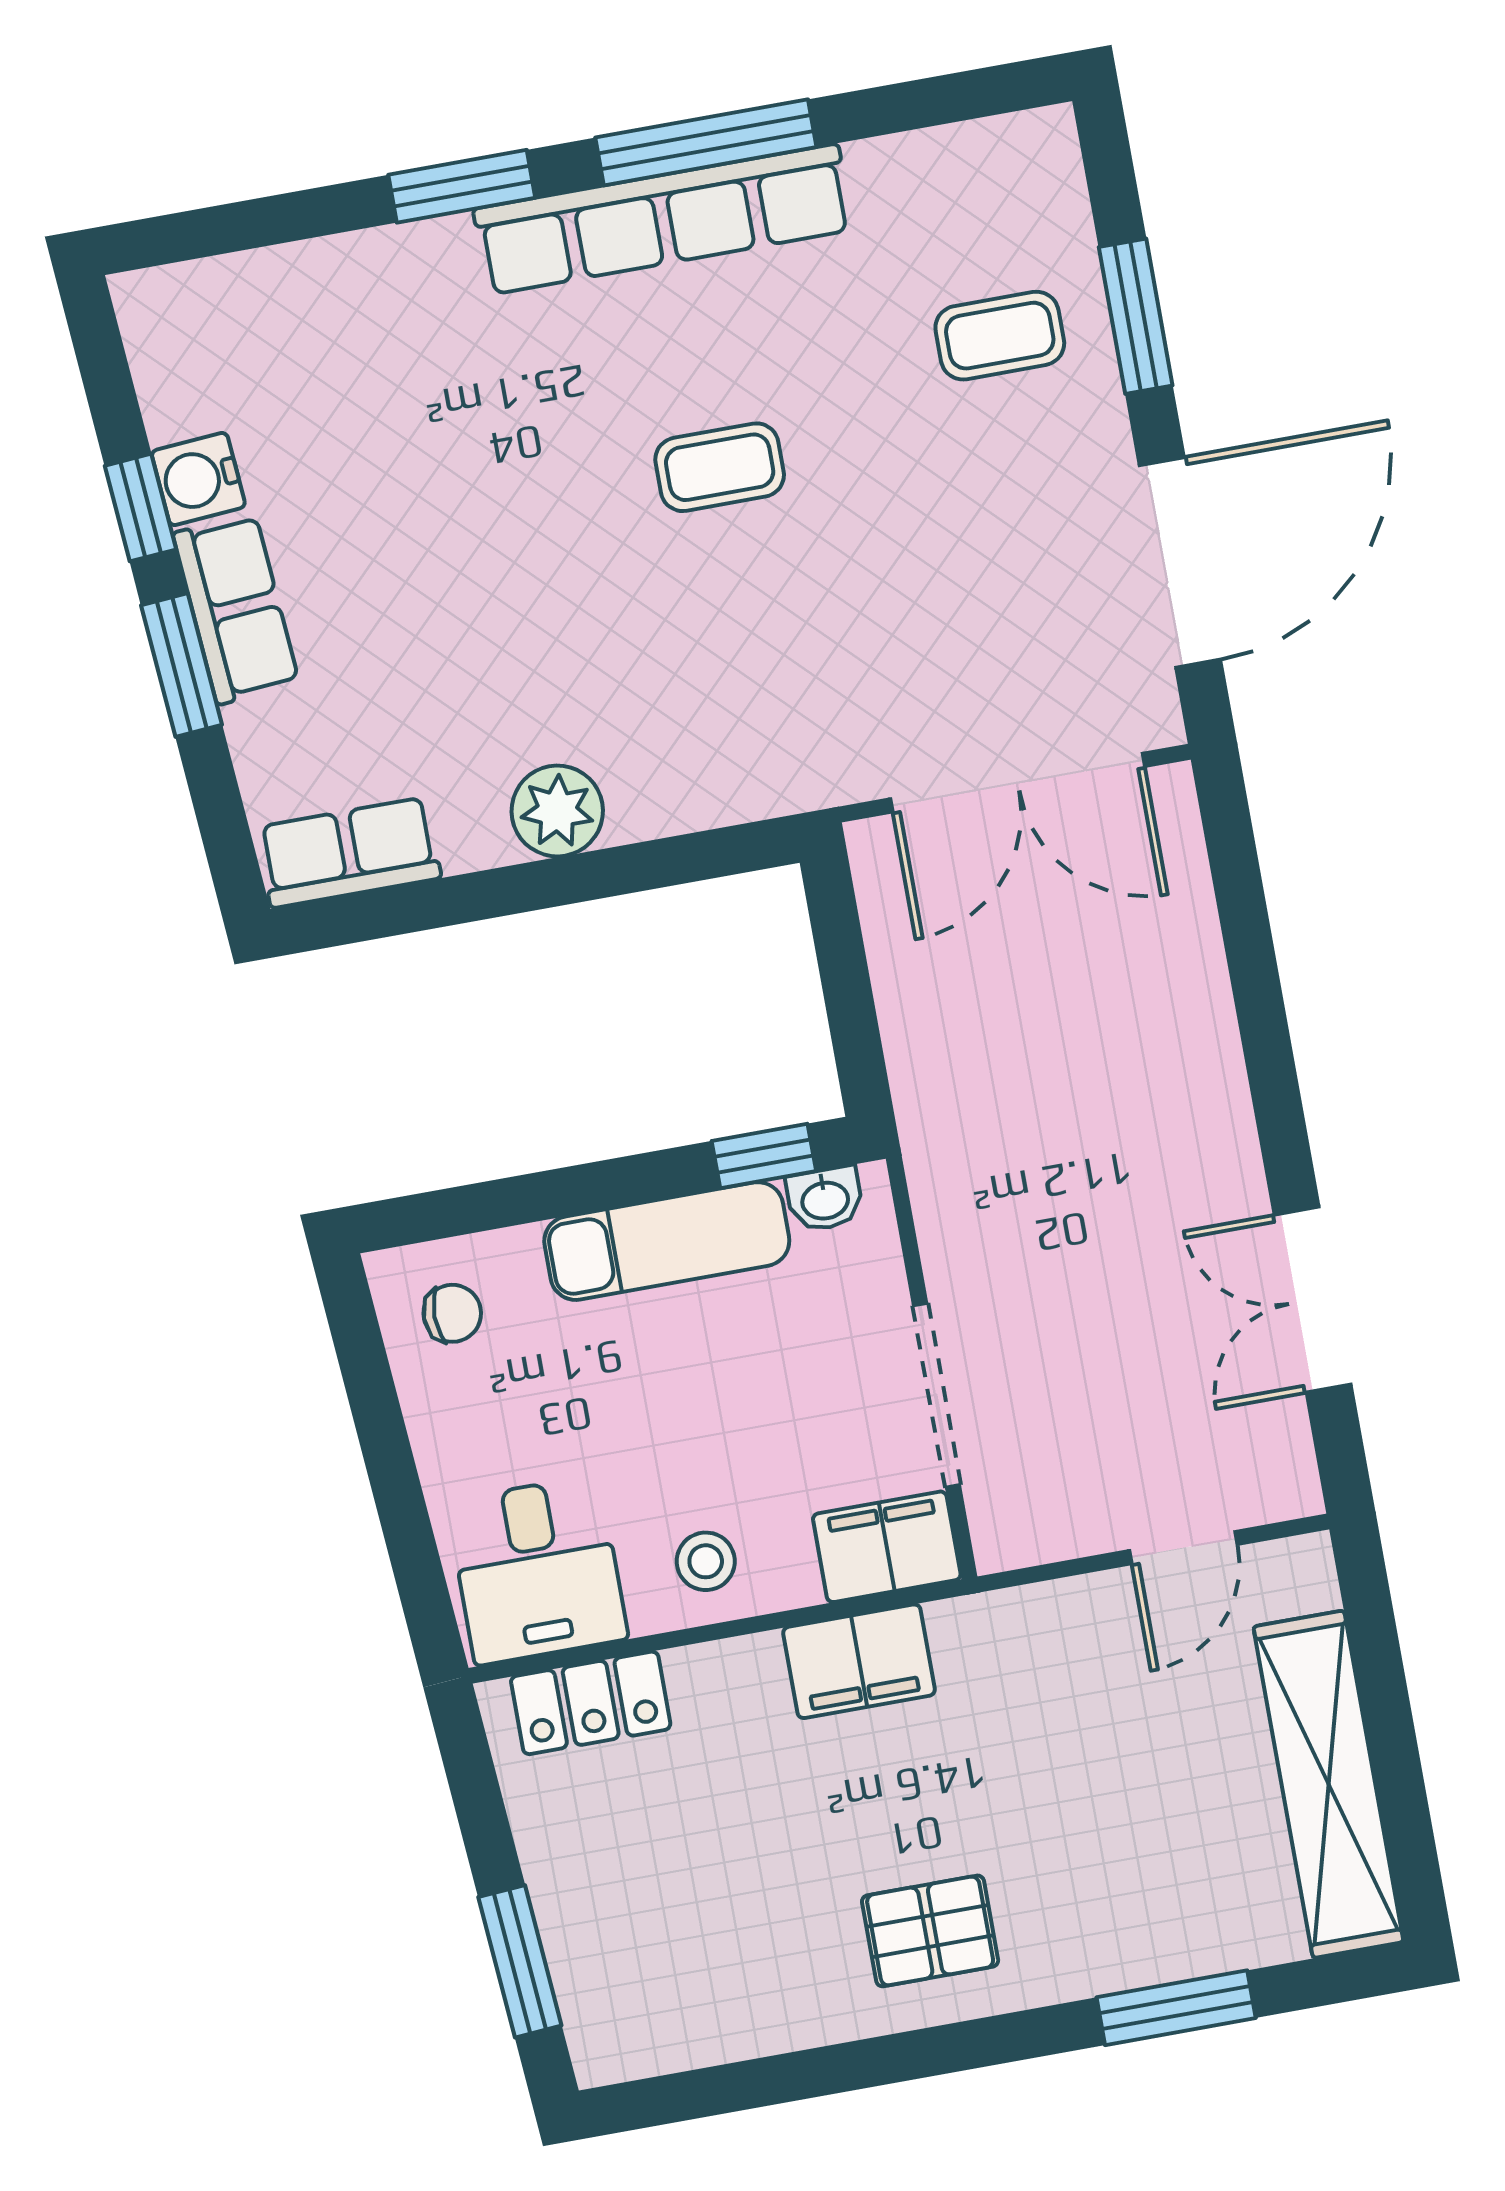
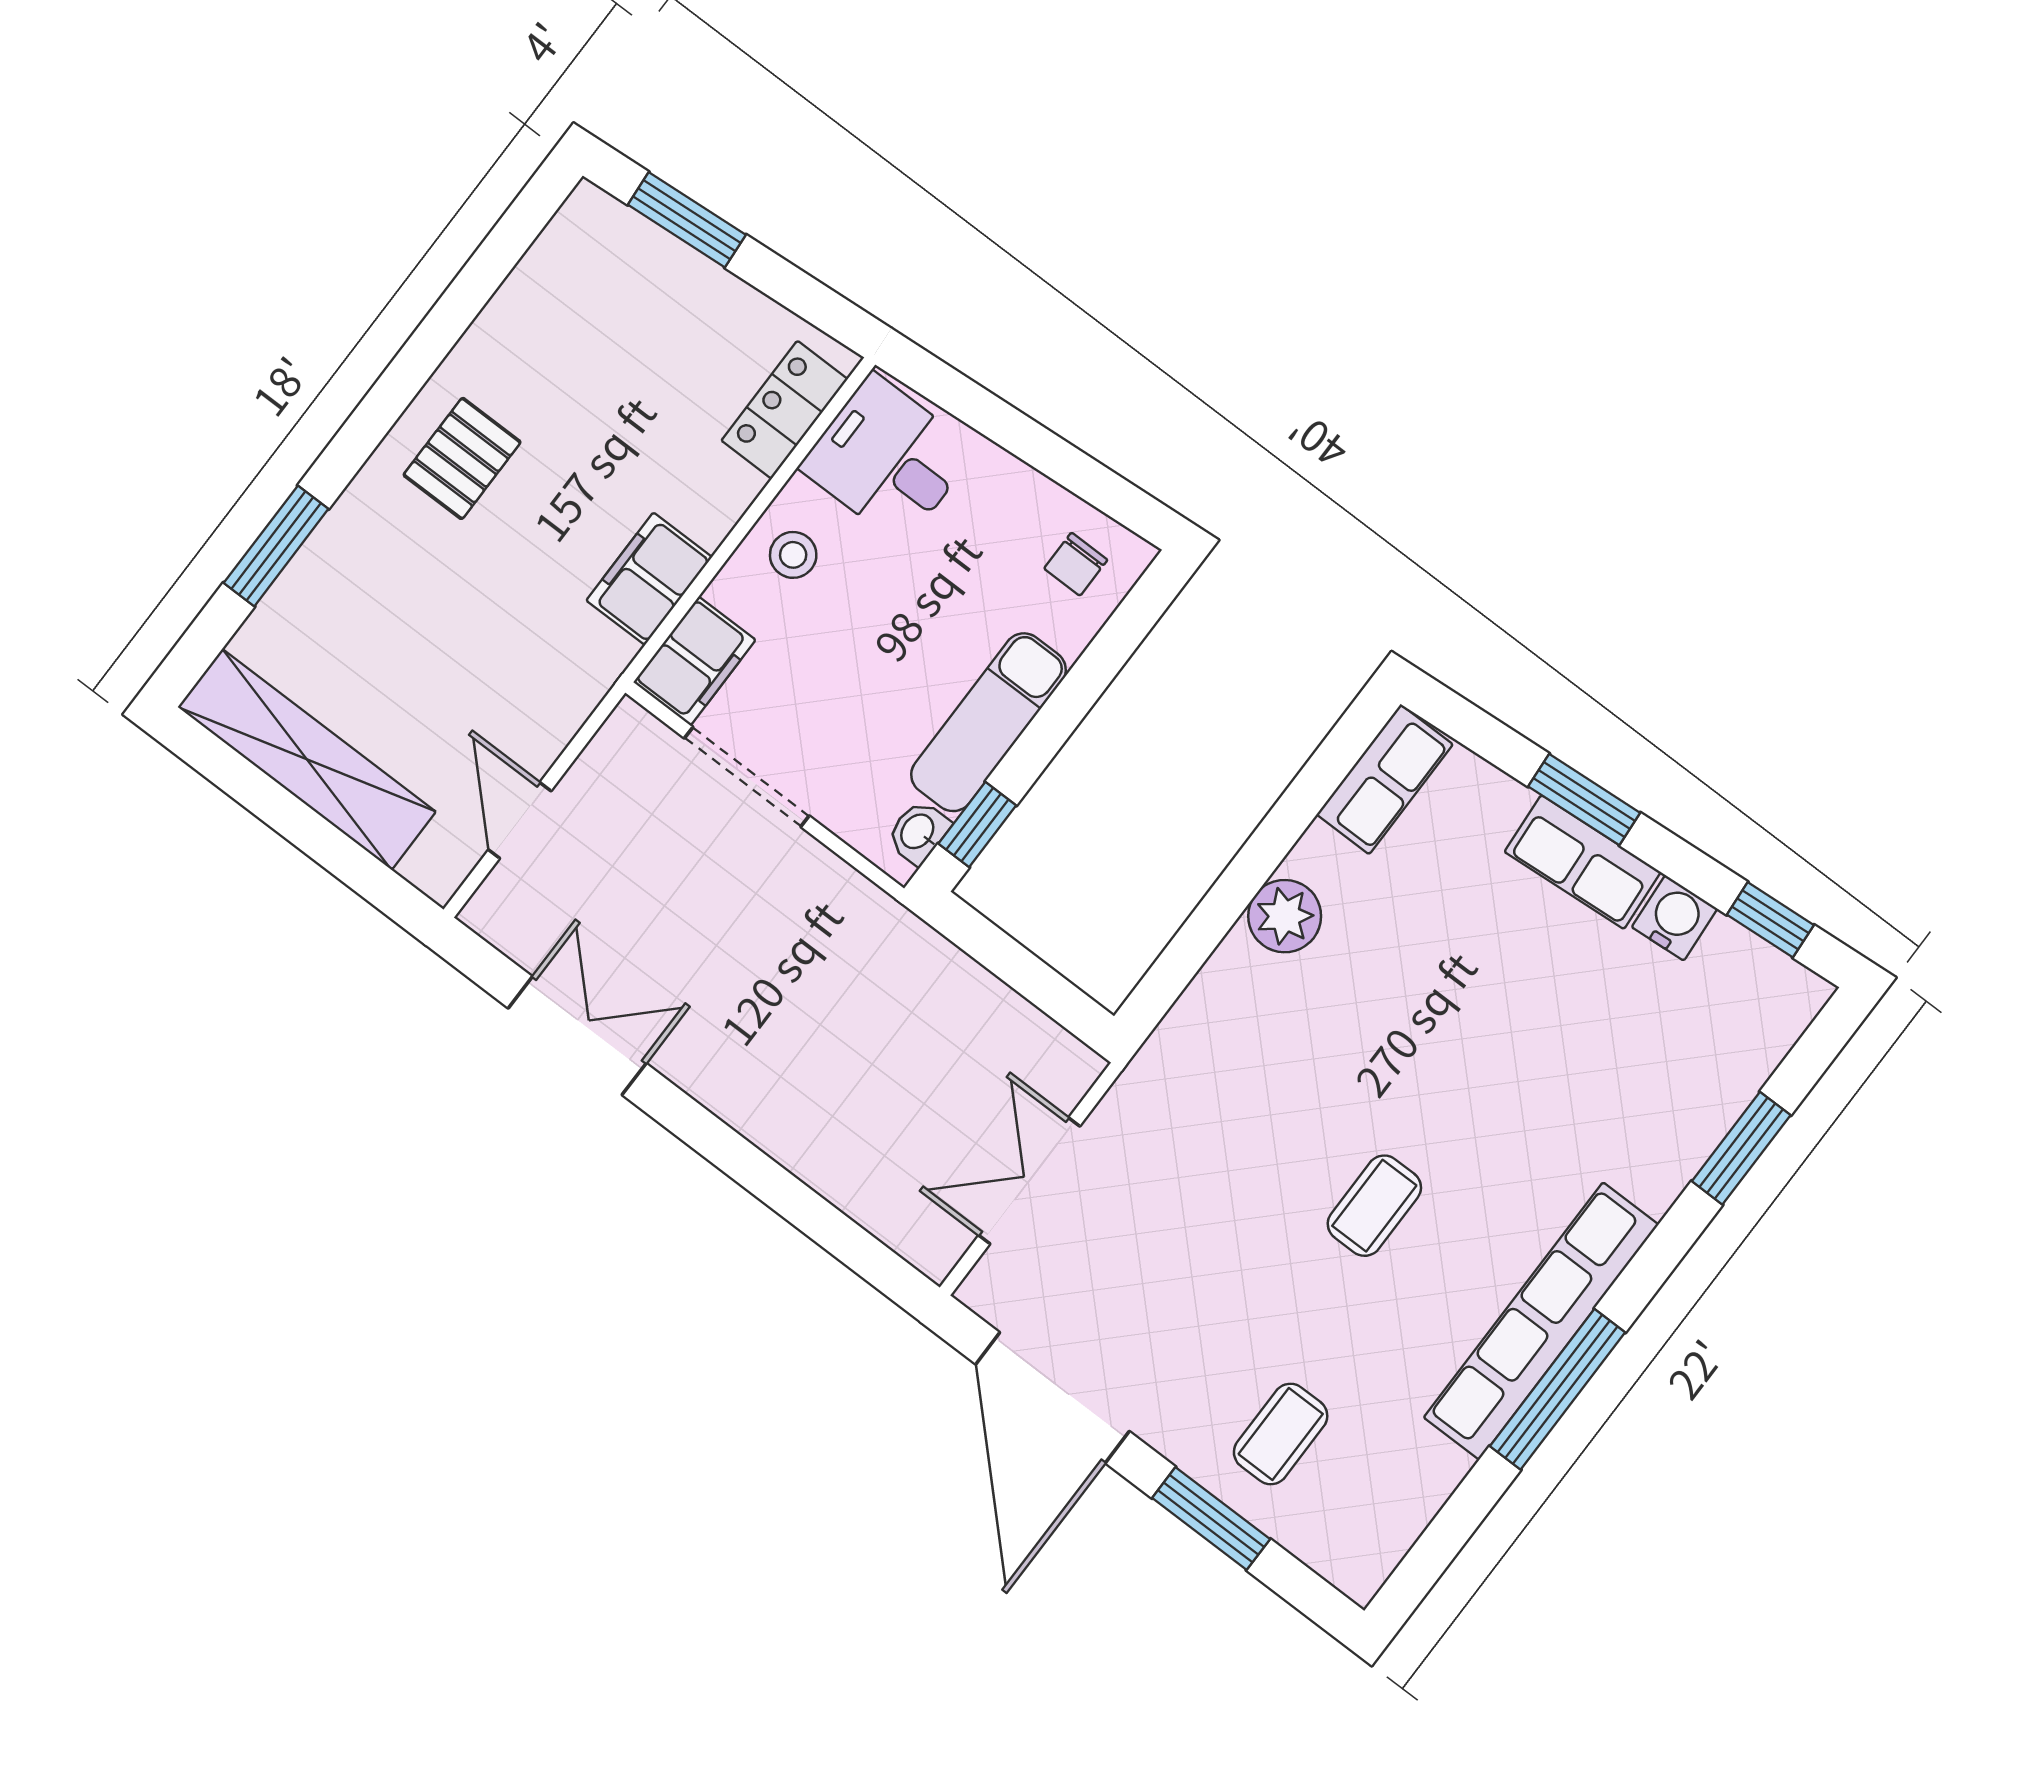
window: (462, 186) -> (1741, 1148), moved
window: (140, 508) -> (1770, 920), moved
double door: (1018, 783) -> (1029, 1181), width x0.73

